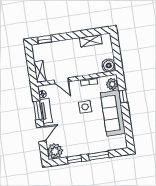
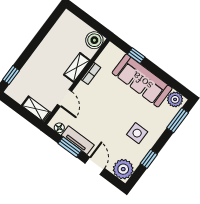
shelving: (91, 41) -> (77, 67), moved
door: (61, 81) -> (65, 98), hinge flipped
plant: (112, 84) -> (175, 99), moved
side table: (85, 107) -> (137, 133), moved
window: (99, 156) -> (178, 120), moved

